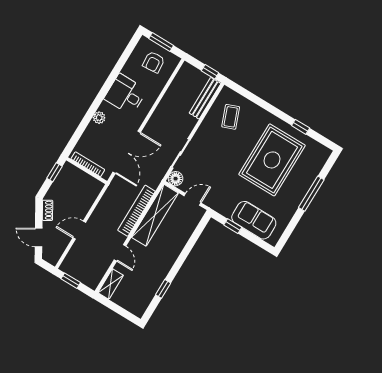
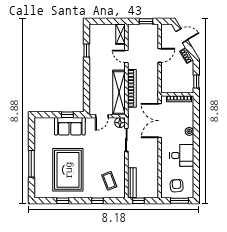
window: (259, 102) -> (98, 201), added
sofa: (254, 220) -> (70, 126), moved

